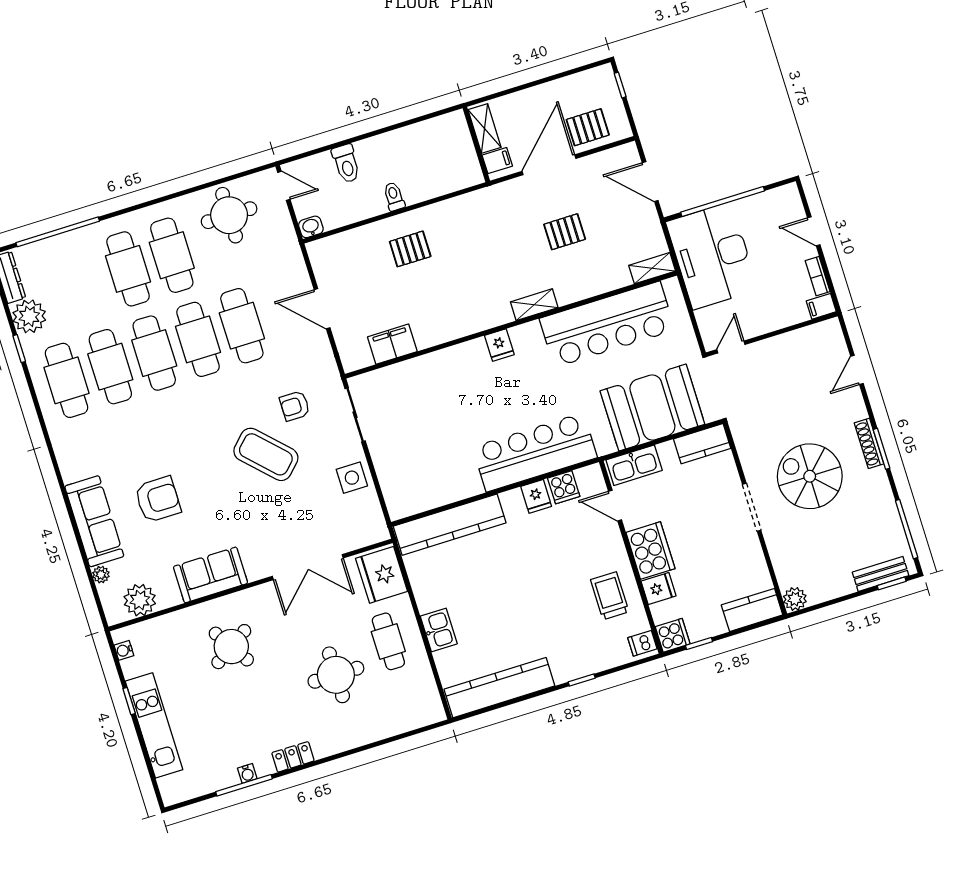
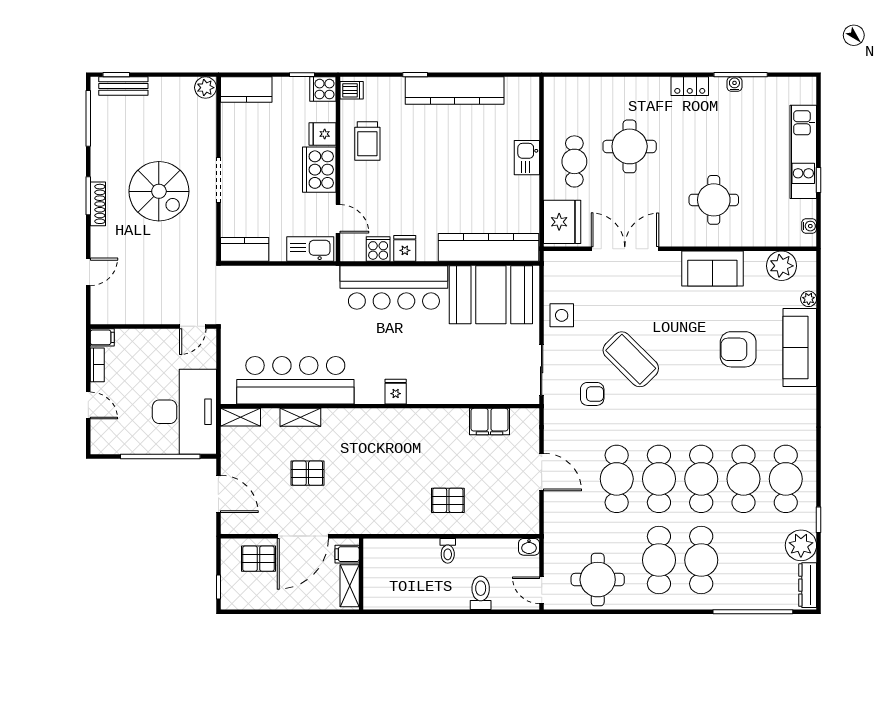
shelving: (534, 305) -> (300, 417), moved
booth: (652, 408) -> (491, 295), moved
round table: (231, 647) -> (714, 200), turned 33
kitchen counter: (499, 688) -> (455, 90), moved

